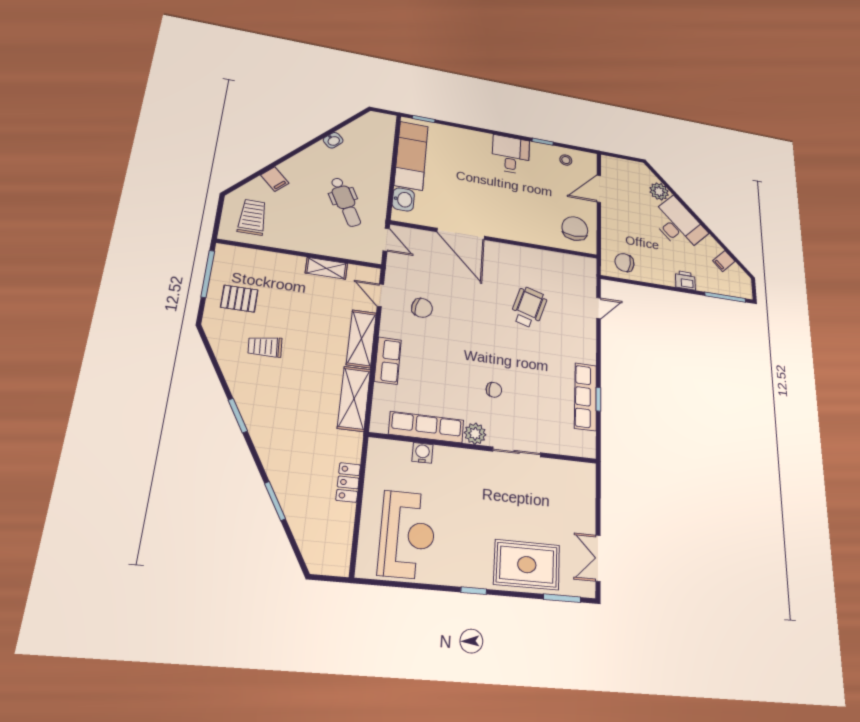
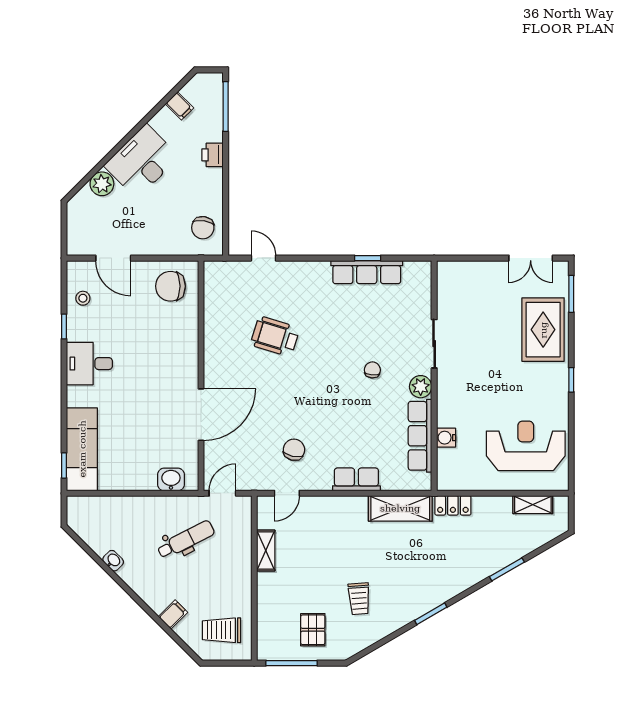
exam couch: (411, 156) -> (82, 449), moved, turned 90
shelving: (361, 339) -> (533, 505), moved, width x0.67, depth x0.75
locker: (348, 482) -> (453, 505), moved

